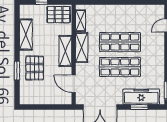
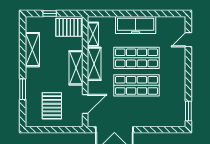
pallet: (35, 68) -> (52, 106), moved
door: (74, 84) -> (85, 104), swing flipped
freezer: (141, 97) -> (136, 25), moved, turned 180
window: (139, 107) -> (158, 130), removed

